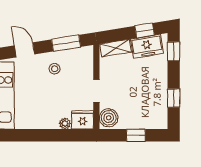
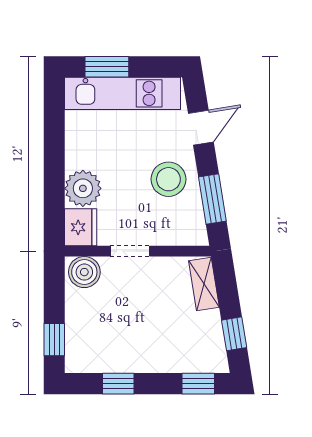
freezer: (147, 46) -> (207, 338), removed
stool: (55, 69) -> (168, 179), width x1.89, depth x1.89
plant: (65, 124) -> (83, 188), width x1.88, depth x1.88
window: (136, 135) -> (54, 340), moved

